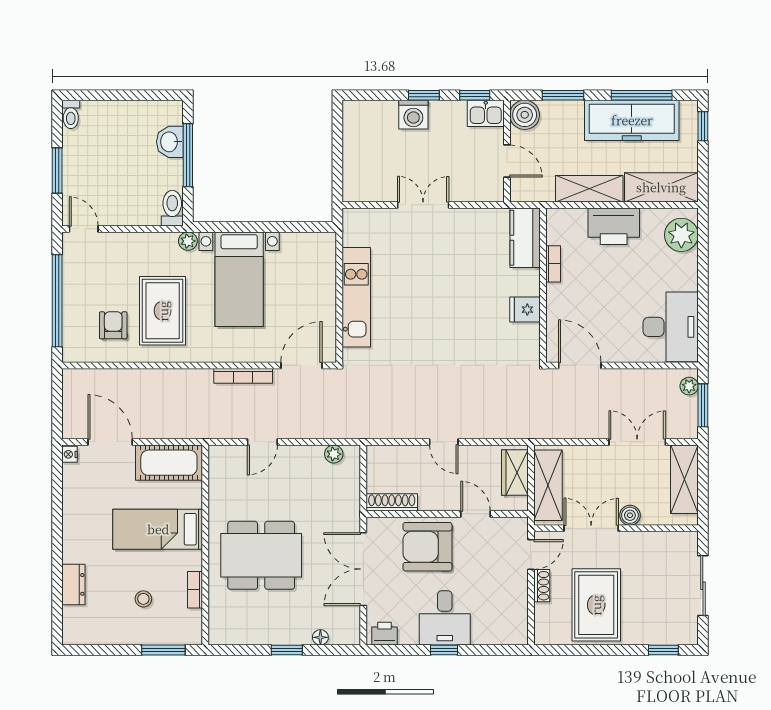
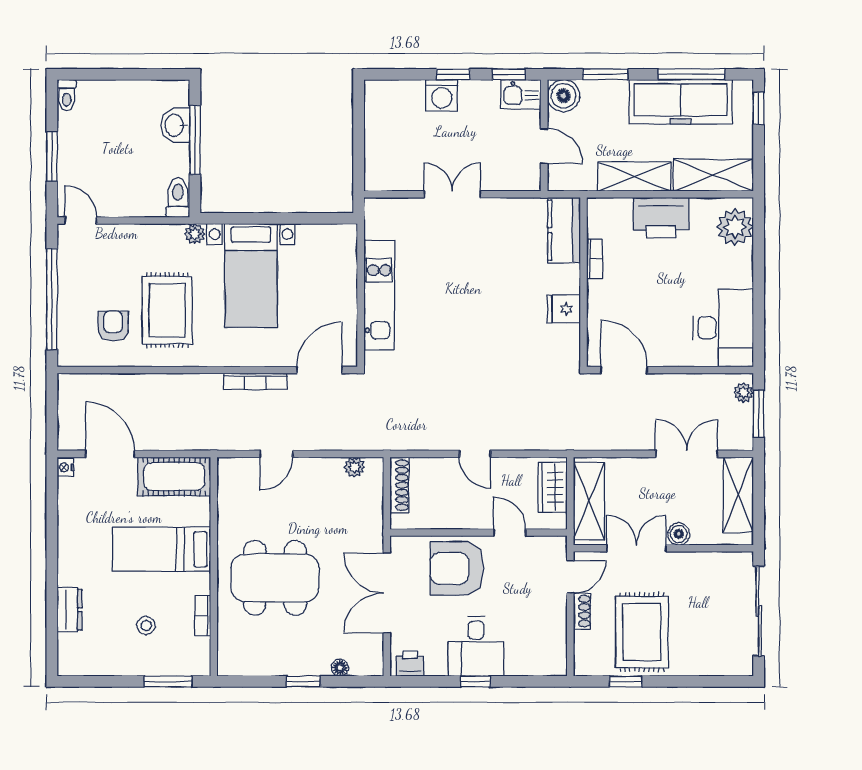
shoe rack: (392, 502) -> (399, 485), moved, turned 90
sliding door: (703, 586) -> (759, 611), width x1.37
window: (663, 650) -> (626, 681), moved

